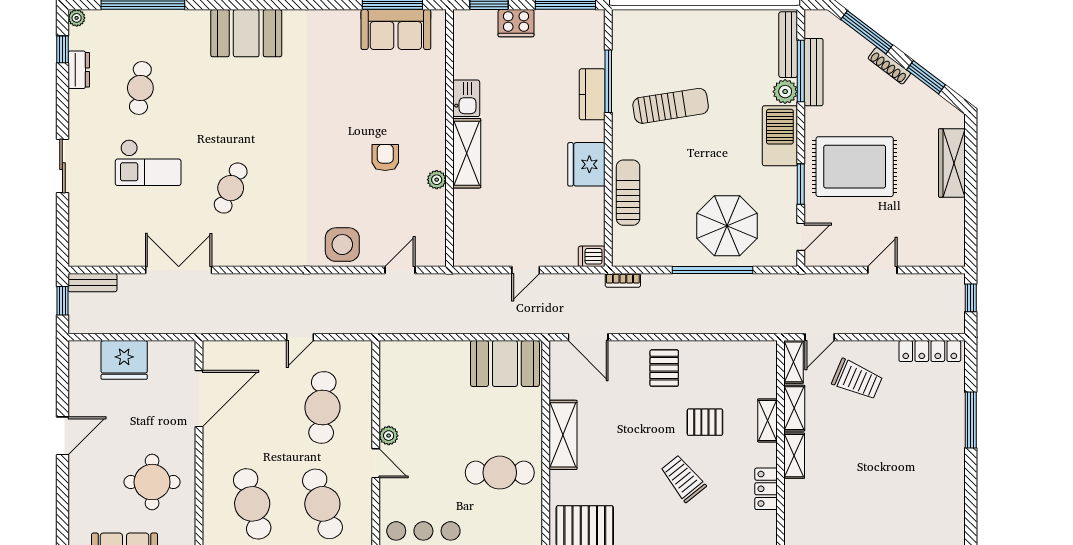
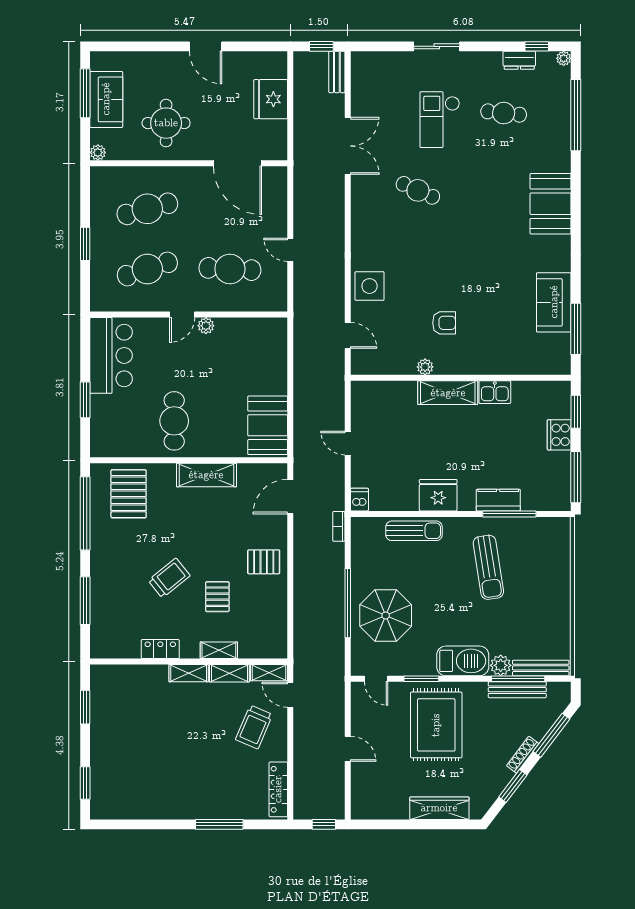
sofa: (396, 30) -> (554, 302), moved

